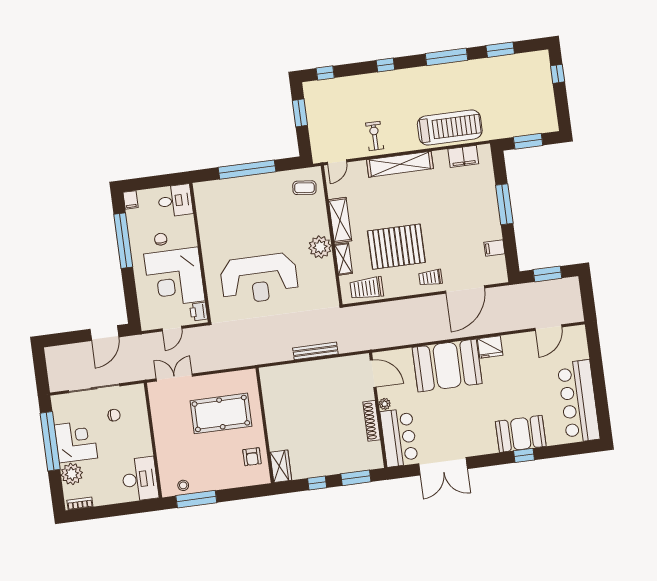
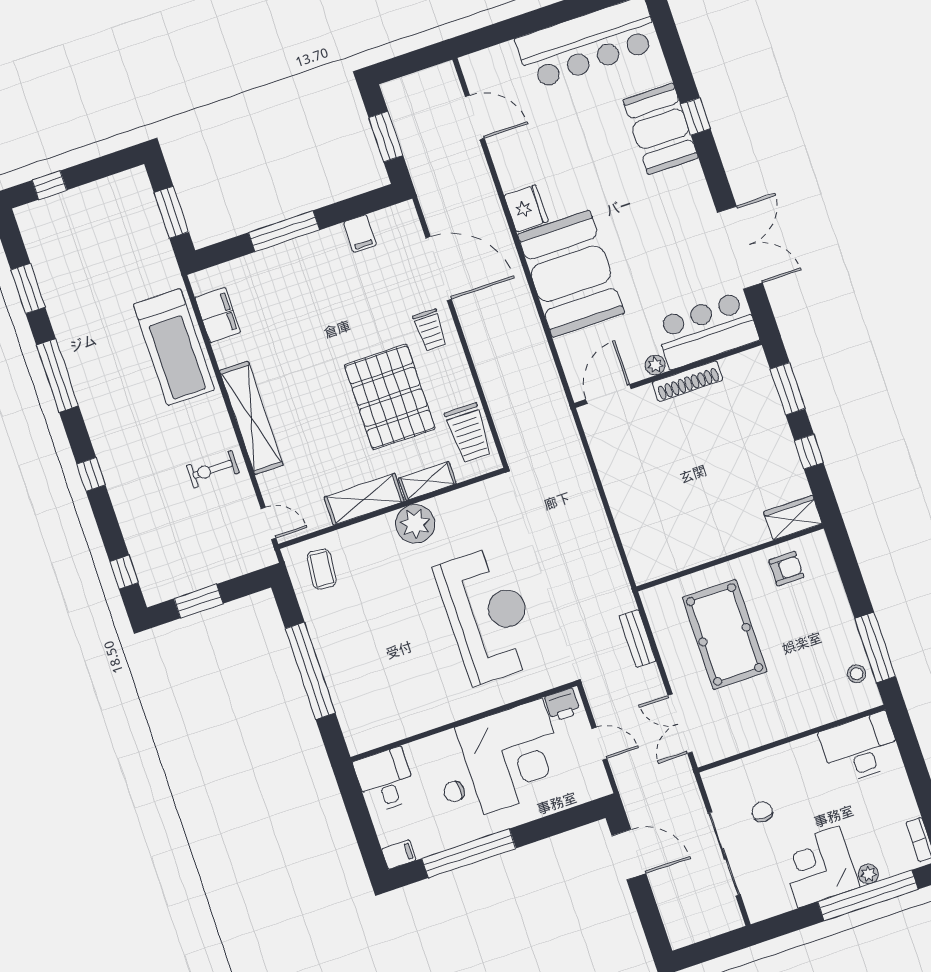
treadmill: (450, 127) -> (174, 347), turned 180
bench: (315, 351) -> (637, 639), moved, width x0.73
window: (50, 441) -> (868, 896), moved
plant: (72, 474) -> (868, 874), width x0.53, depth x0.53

